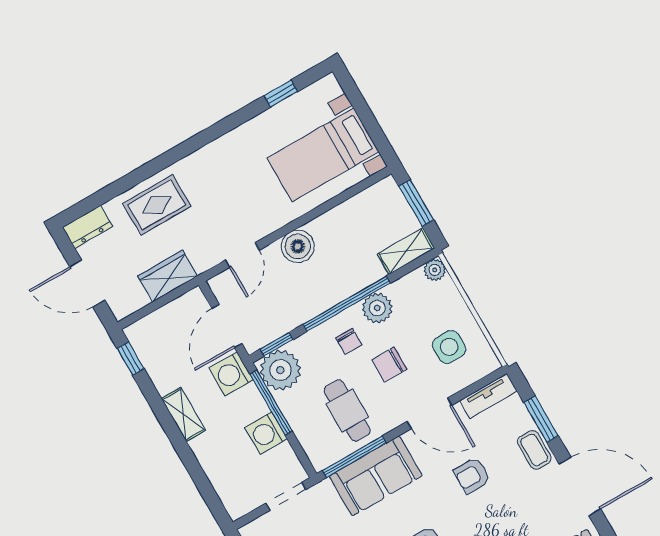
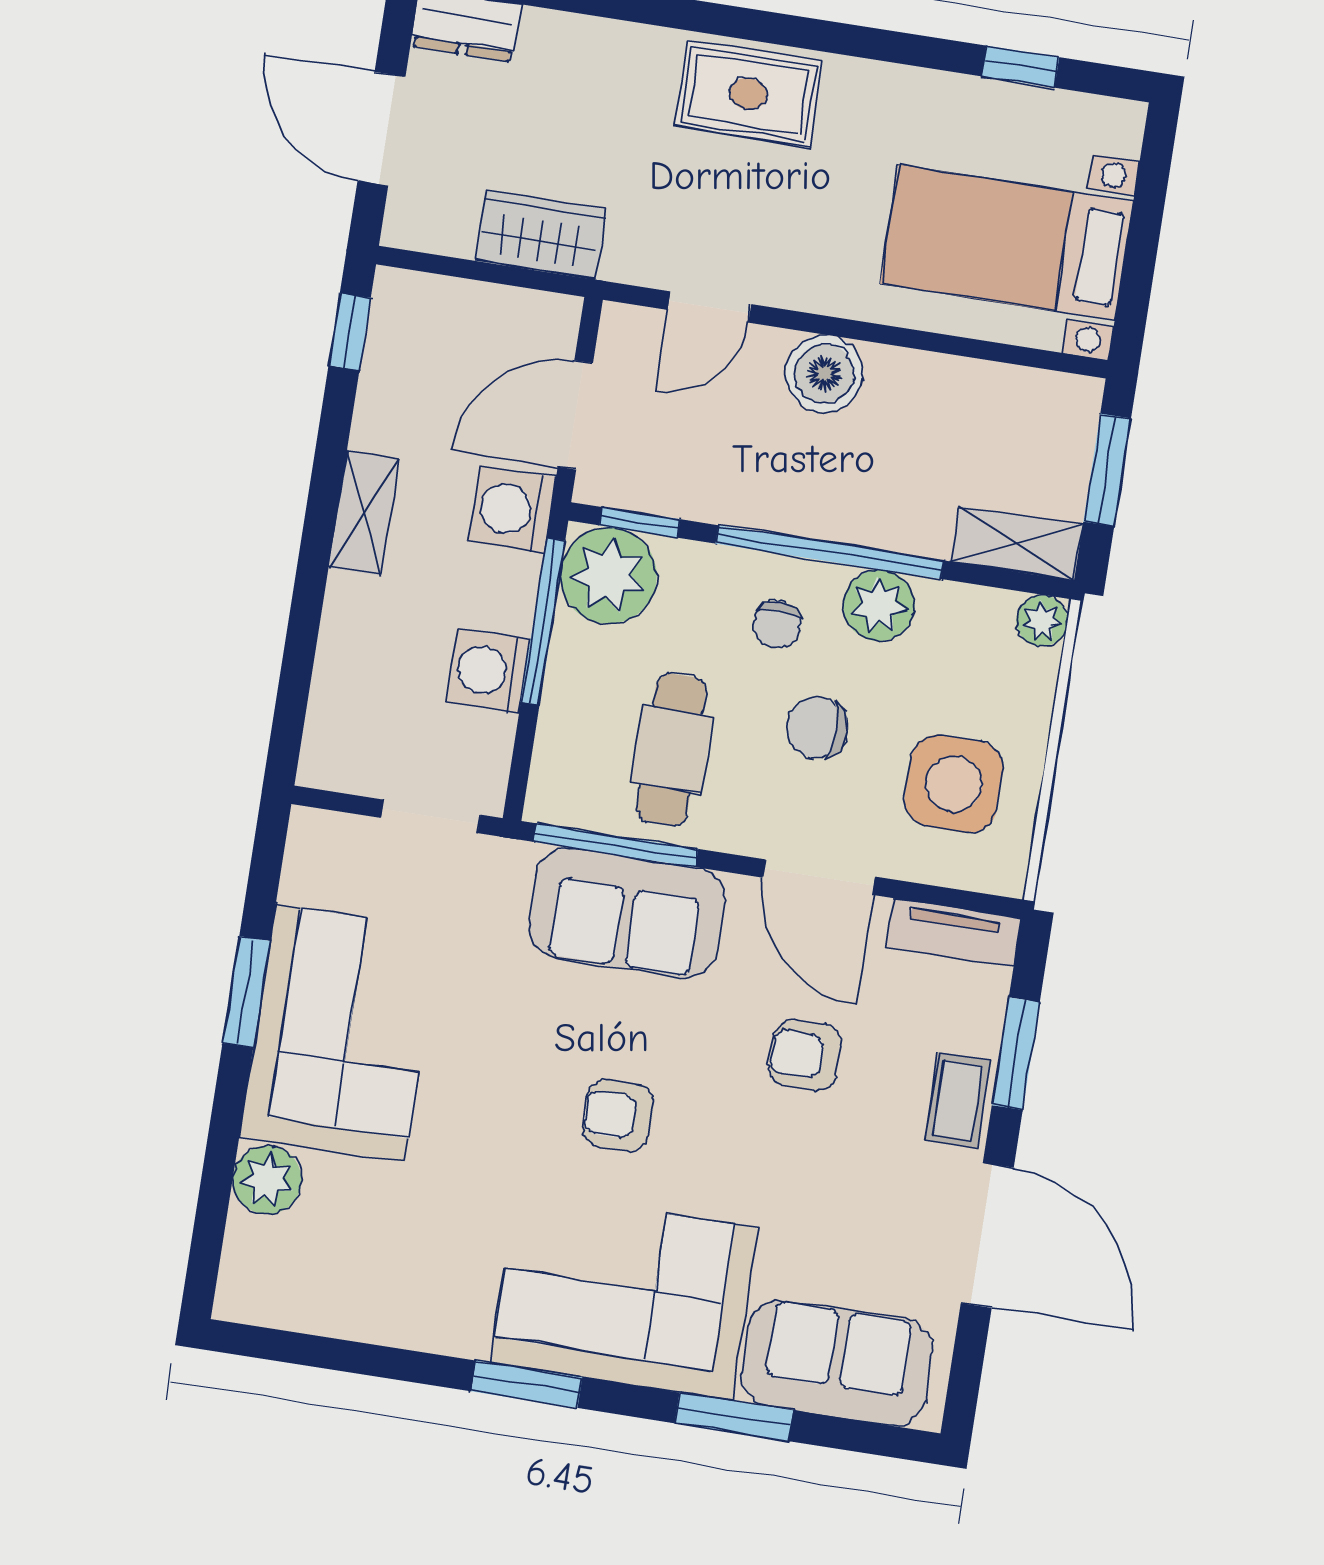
rug: (157, 205) -> (748, 94), moved
side table: (449, 347) -> (954, 784), width x1.37, depth x1.37

